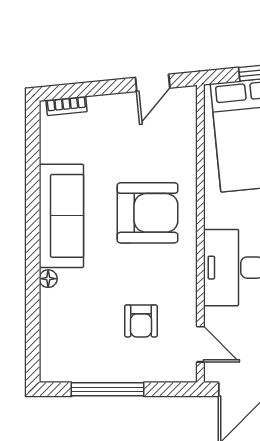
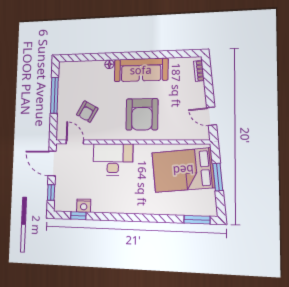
armchair: (141, 321) -> (87, 112), turned -61
door: (200, 344) -> (75, 142), swing flipped

